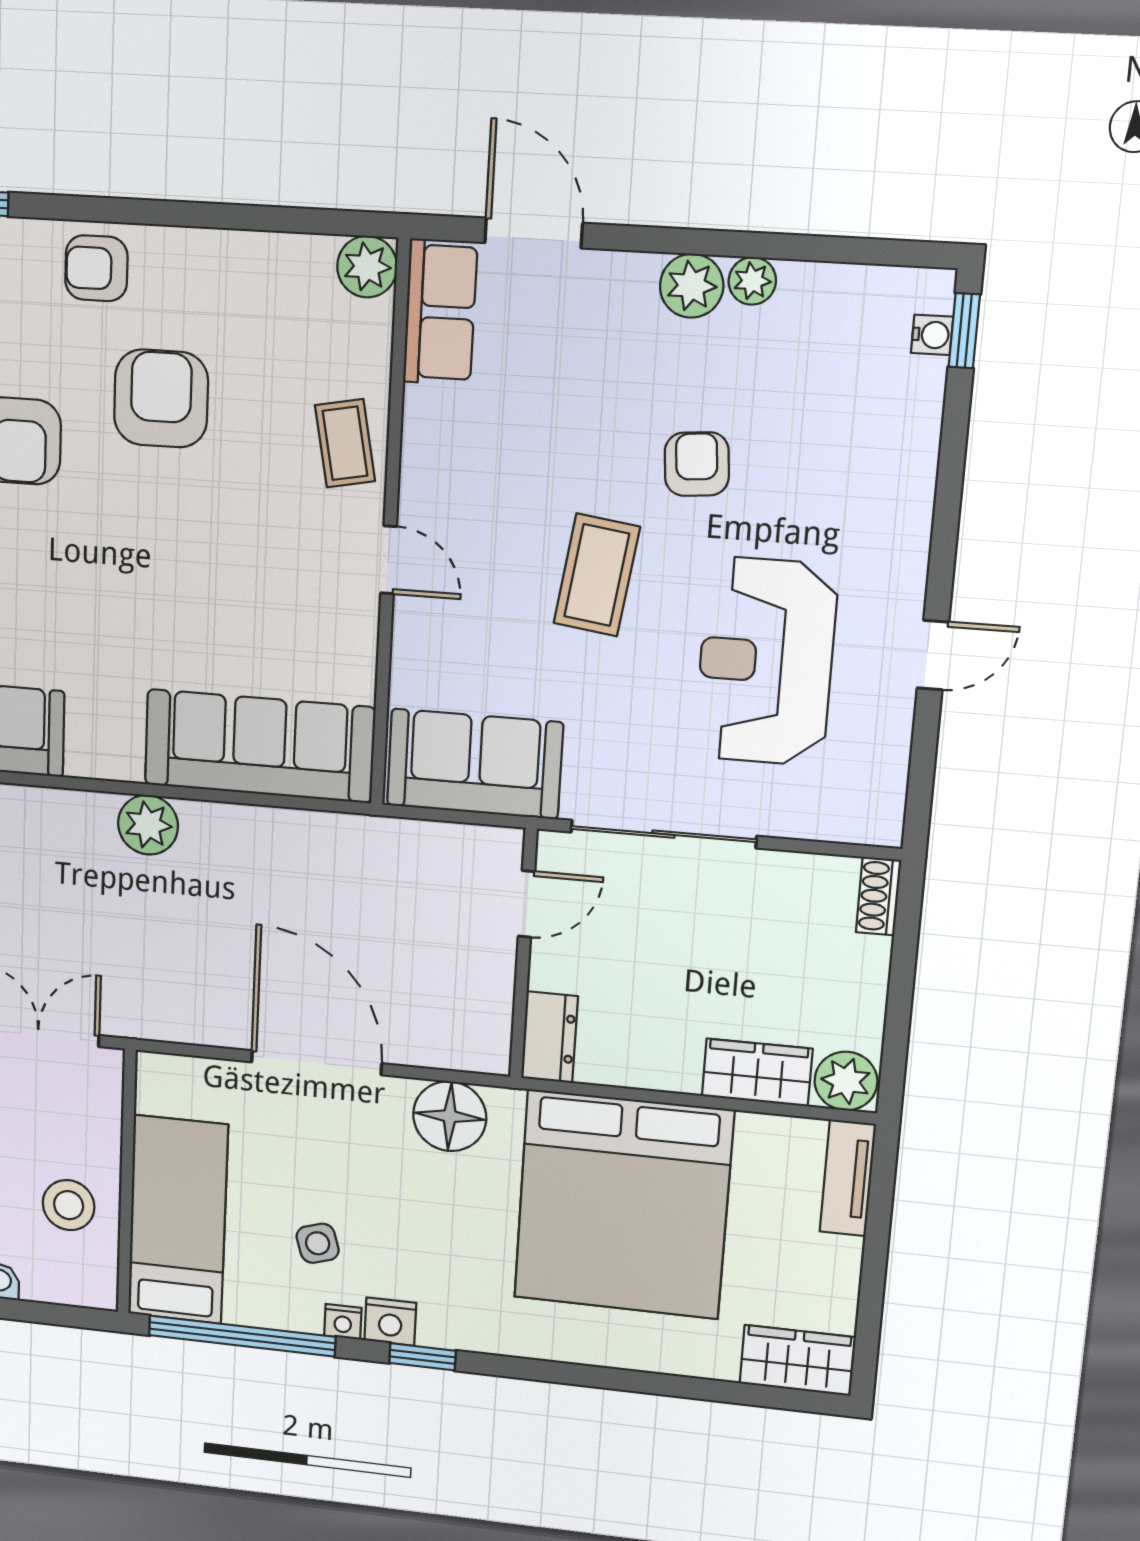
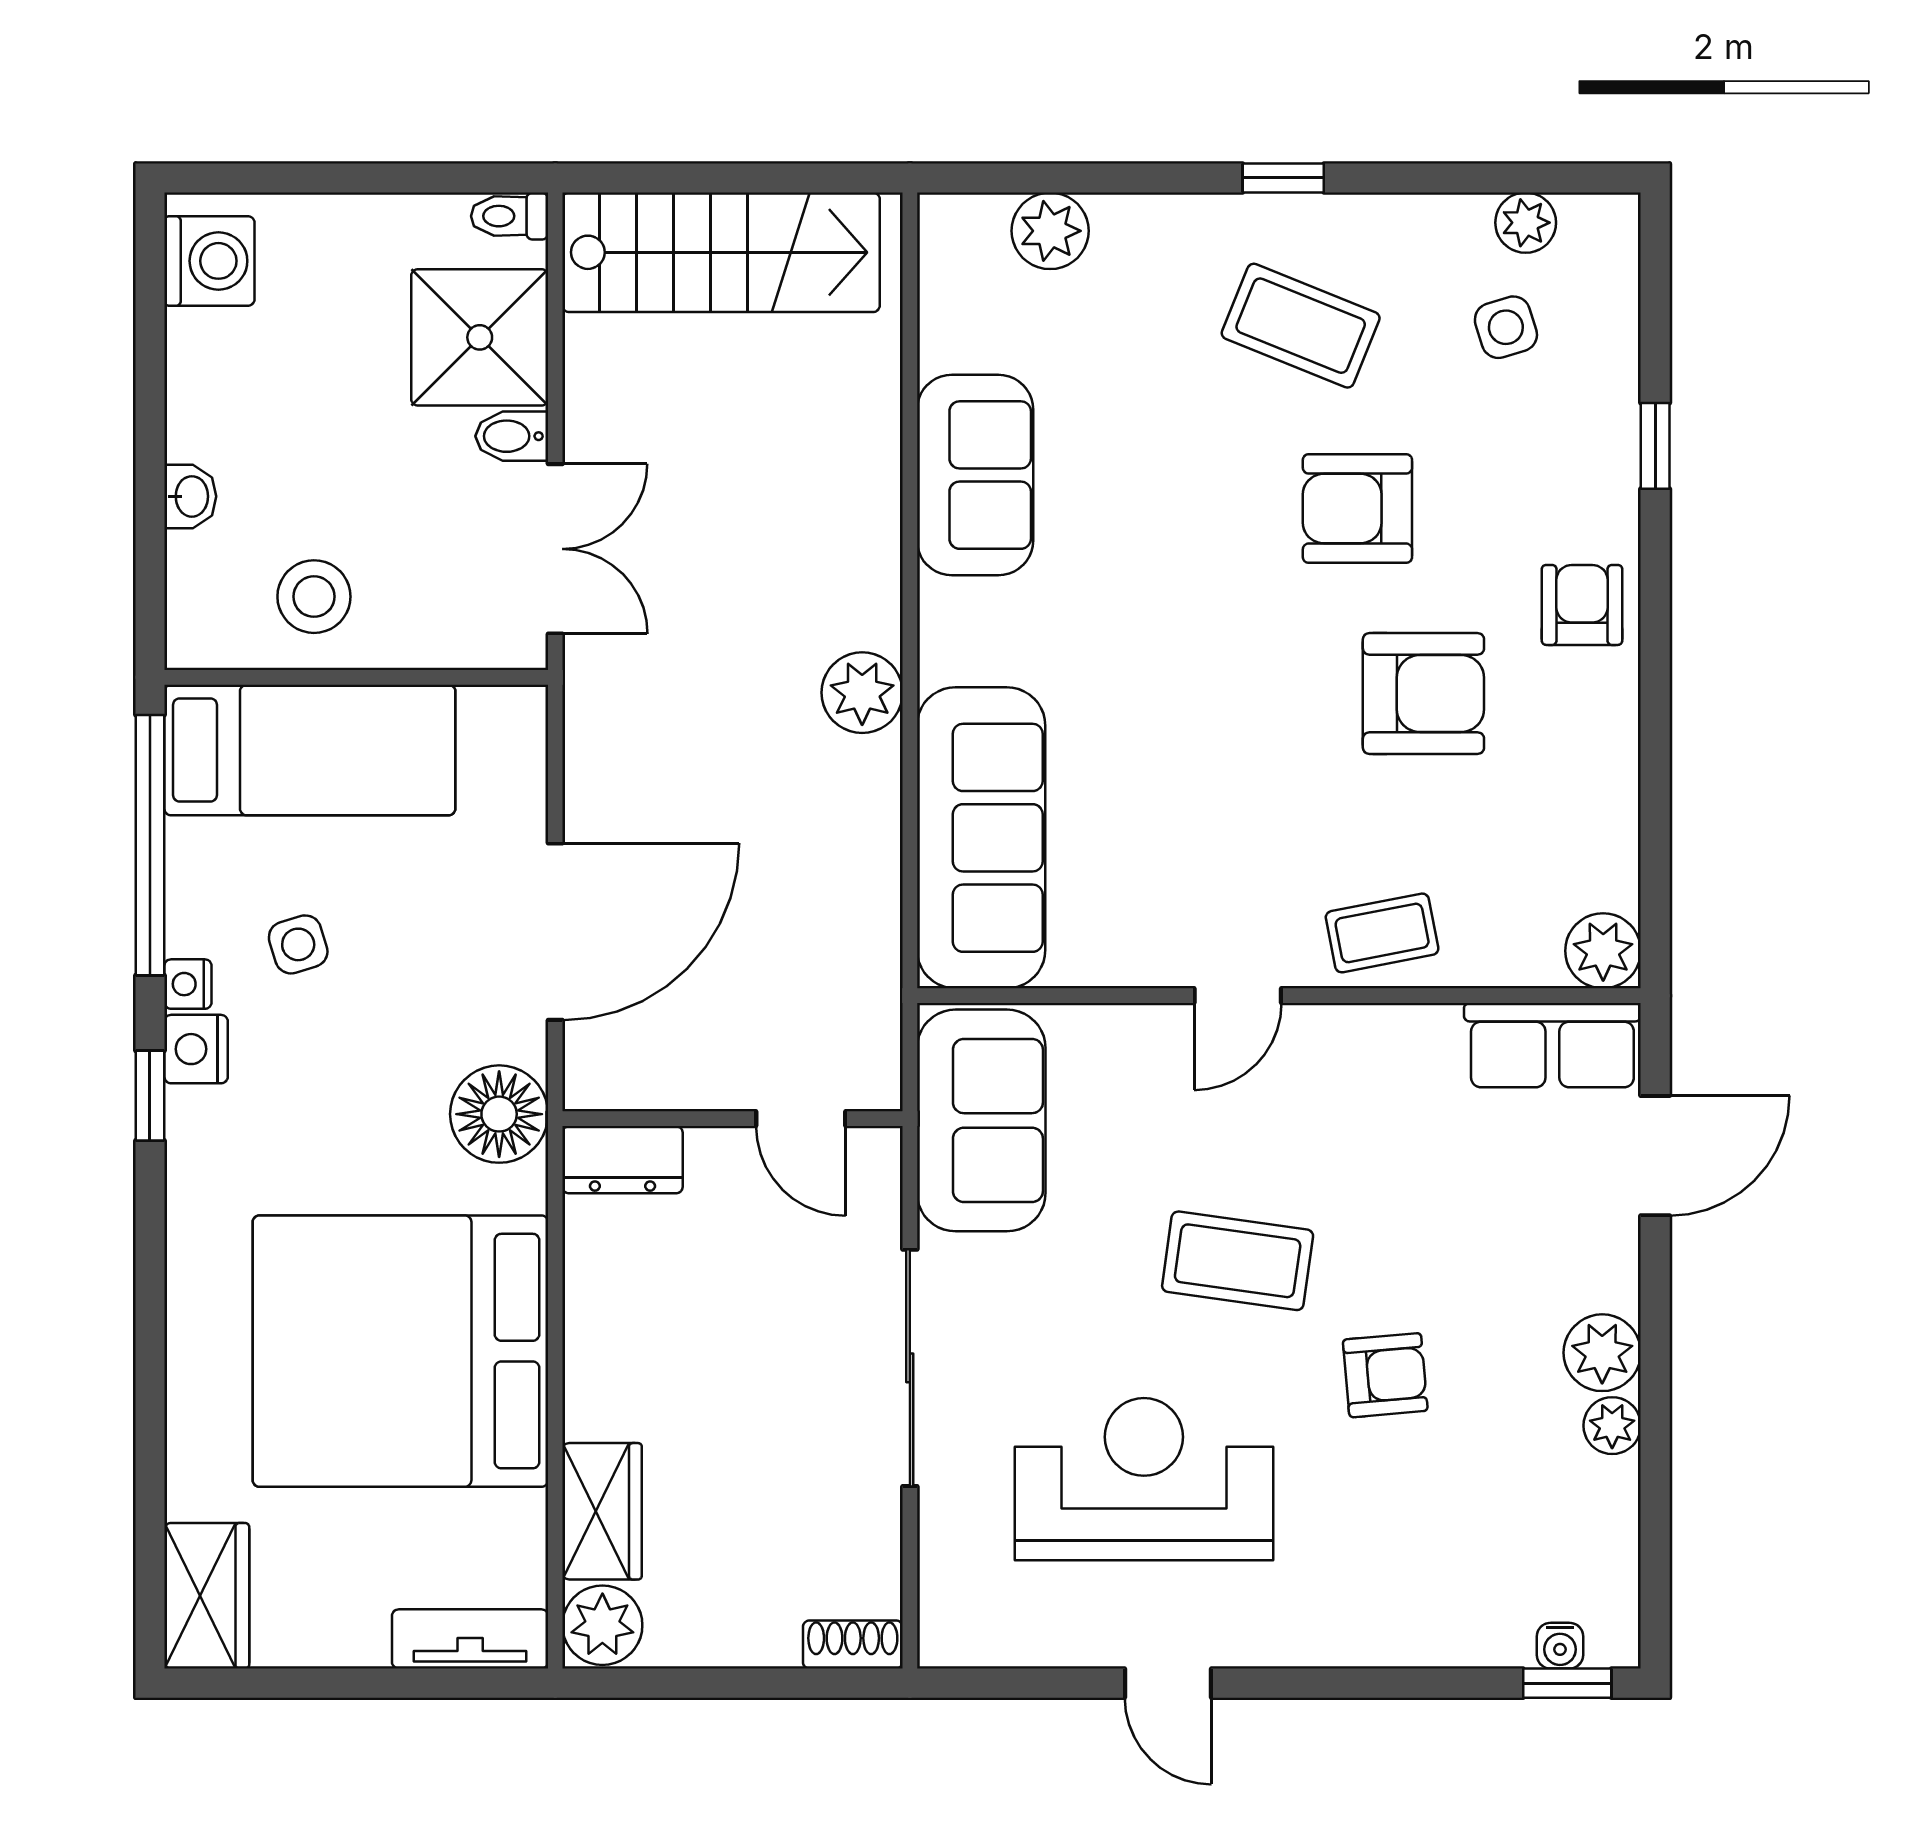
door: (526, 904) -> (801, 1119), moved
wall: (523, 954) -> (733, 1119), moved
dresser: (549, 1037) -> (622, 1160), moved

